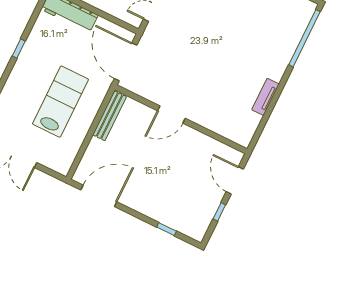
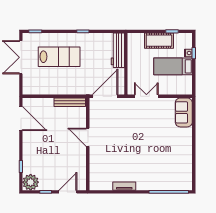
lab bench: (60, 102) -> (59, 57), moved
plant: (195, 226) -> (31, 182), added

